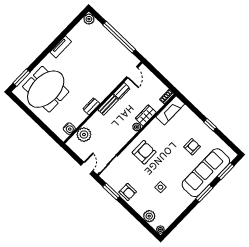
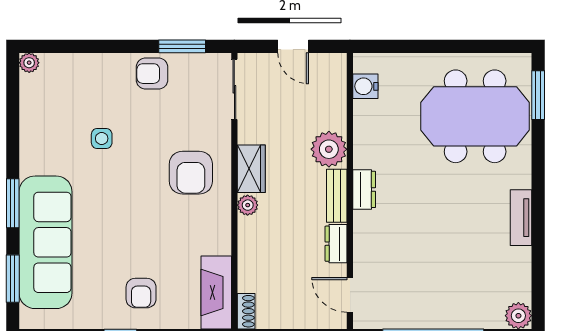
meeting table: (46, 89) -> (475, 116), turned 90
dresser: (91, 106) -> (364, 189), moved
wardrobe: (146, 115) -> (251, 169), moved
plant: (84, 135) -> (329, 149), moved
armchair: (192, 147) -> (141, 293), moved
door: (87, 168) -> (293, 46), moved
plant: (149, 216) -> (72, 67), removed

